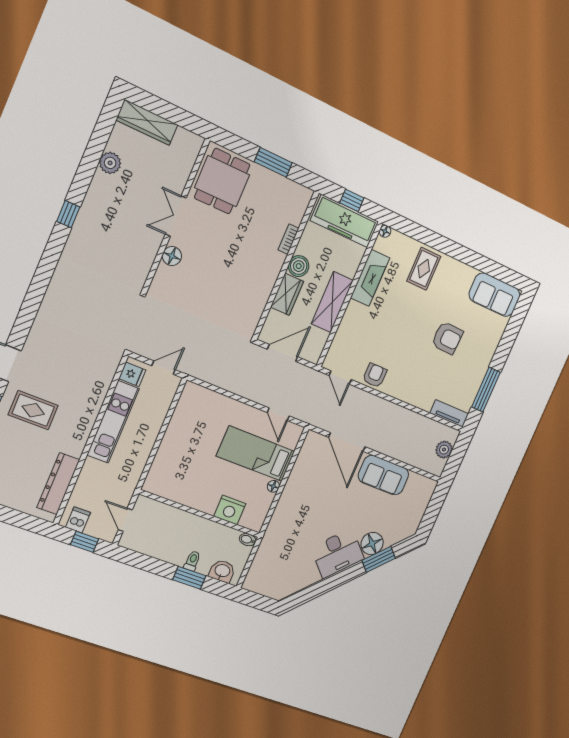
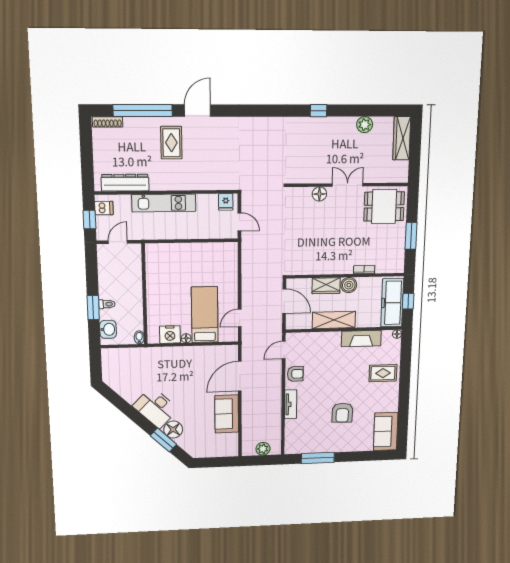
tv unit: (449, 413) -> (291, 404), moved
kitchen unit: (113, 422) -> (164, 203), moved
nightstand: (230, 510) -> (170, 335), moved, turned -90

